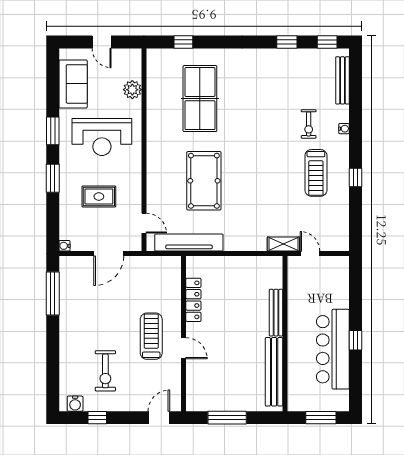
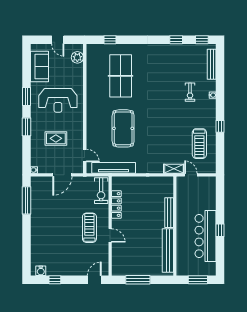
plant: (132, 90) -> (77, 57), moved
treadmill: (316, 173) -> (199, 144), moved
exercise bike: (105, 371) -> (101, 191), moved

